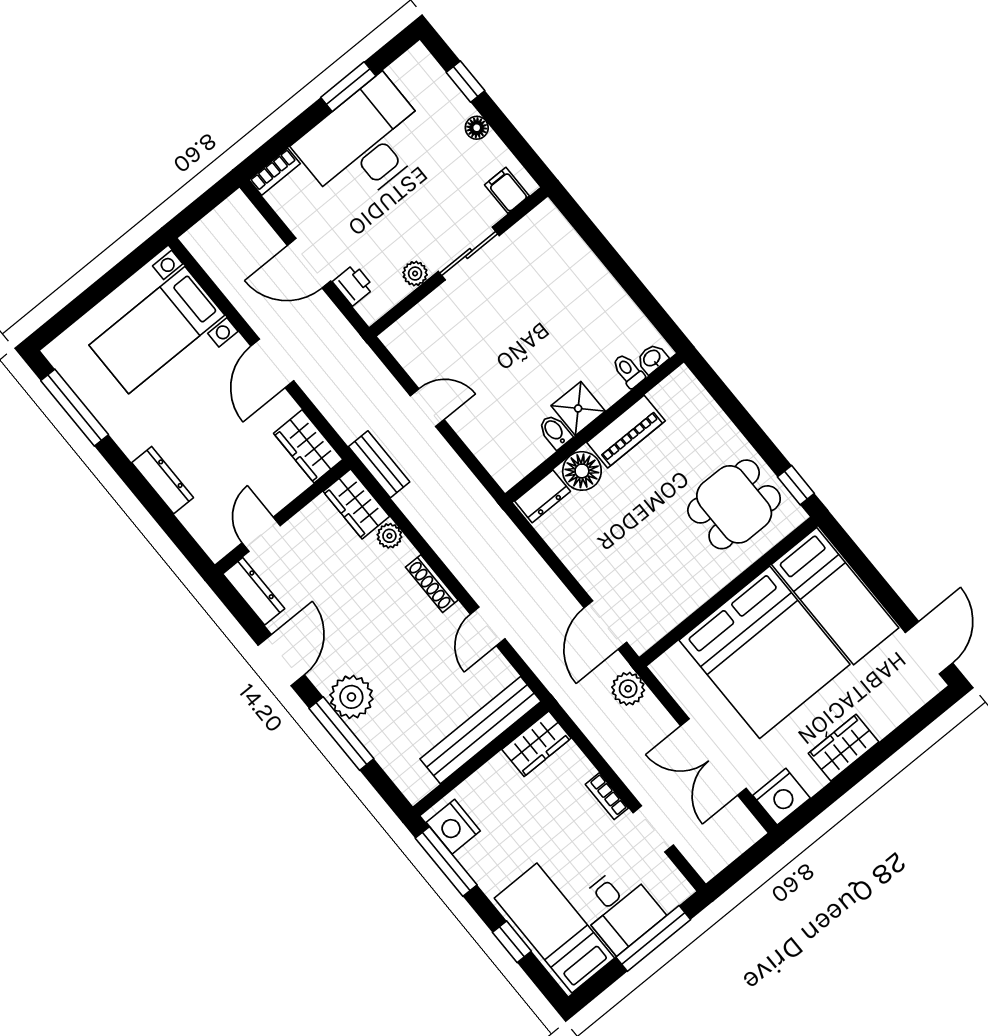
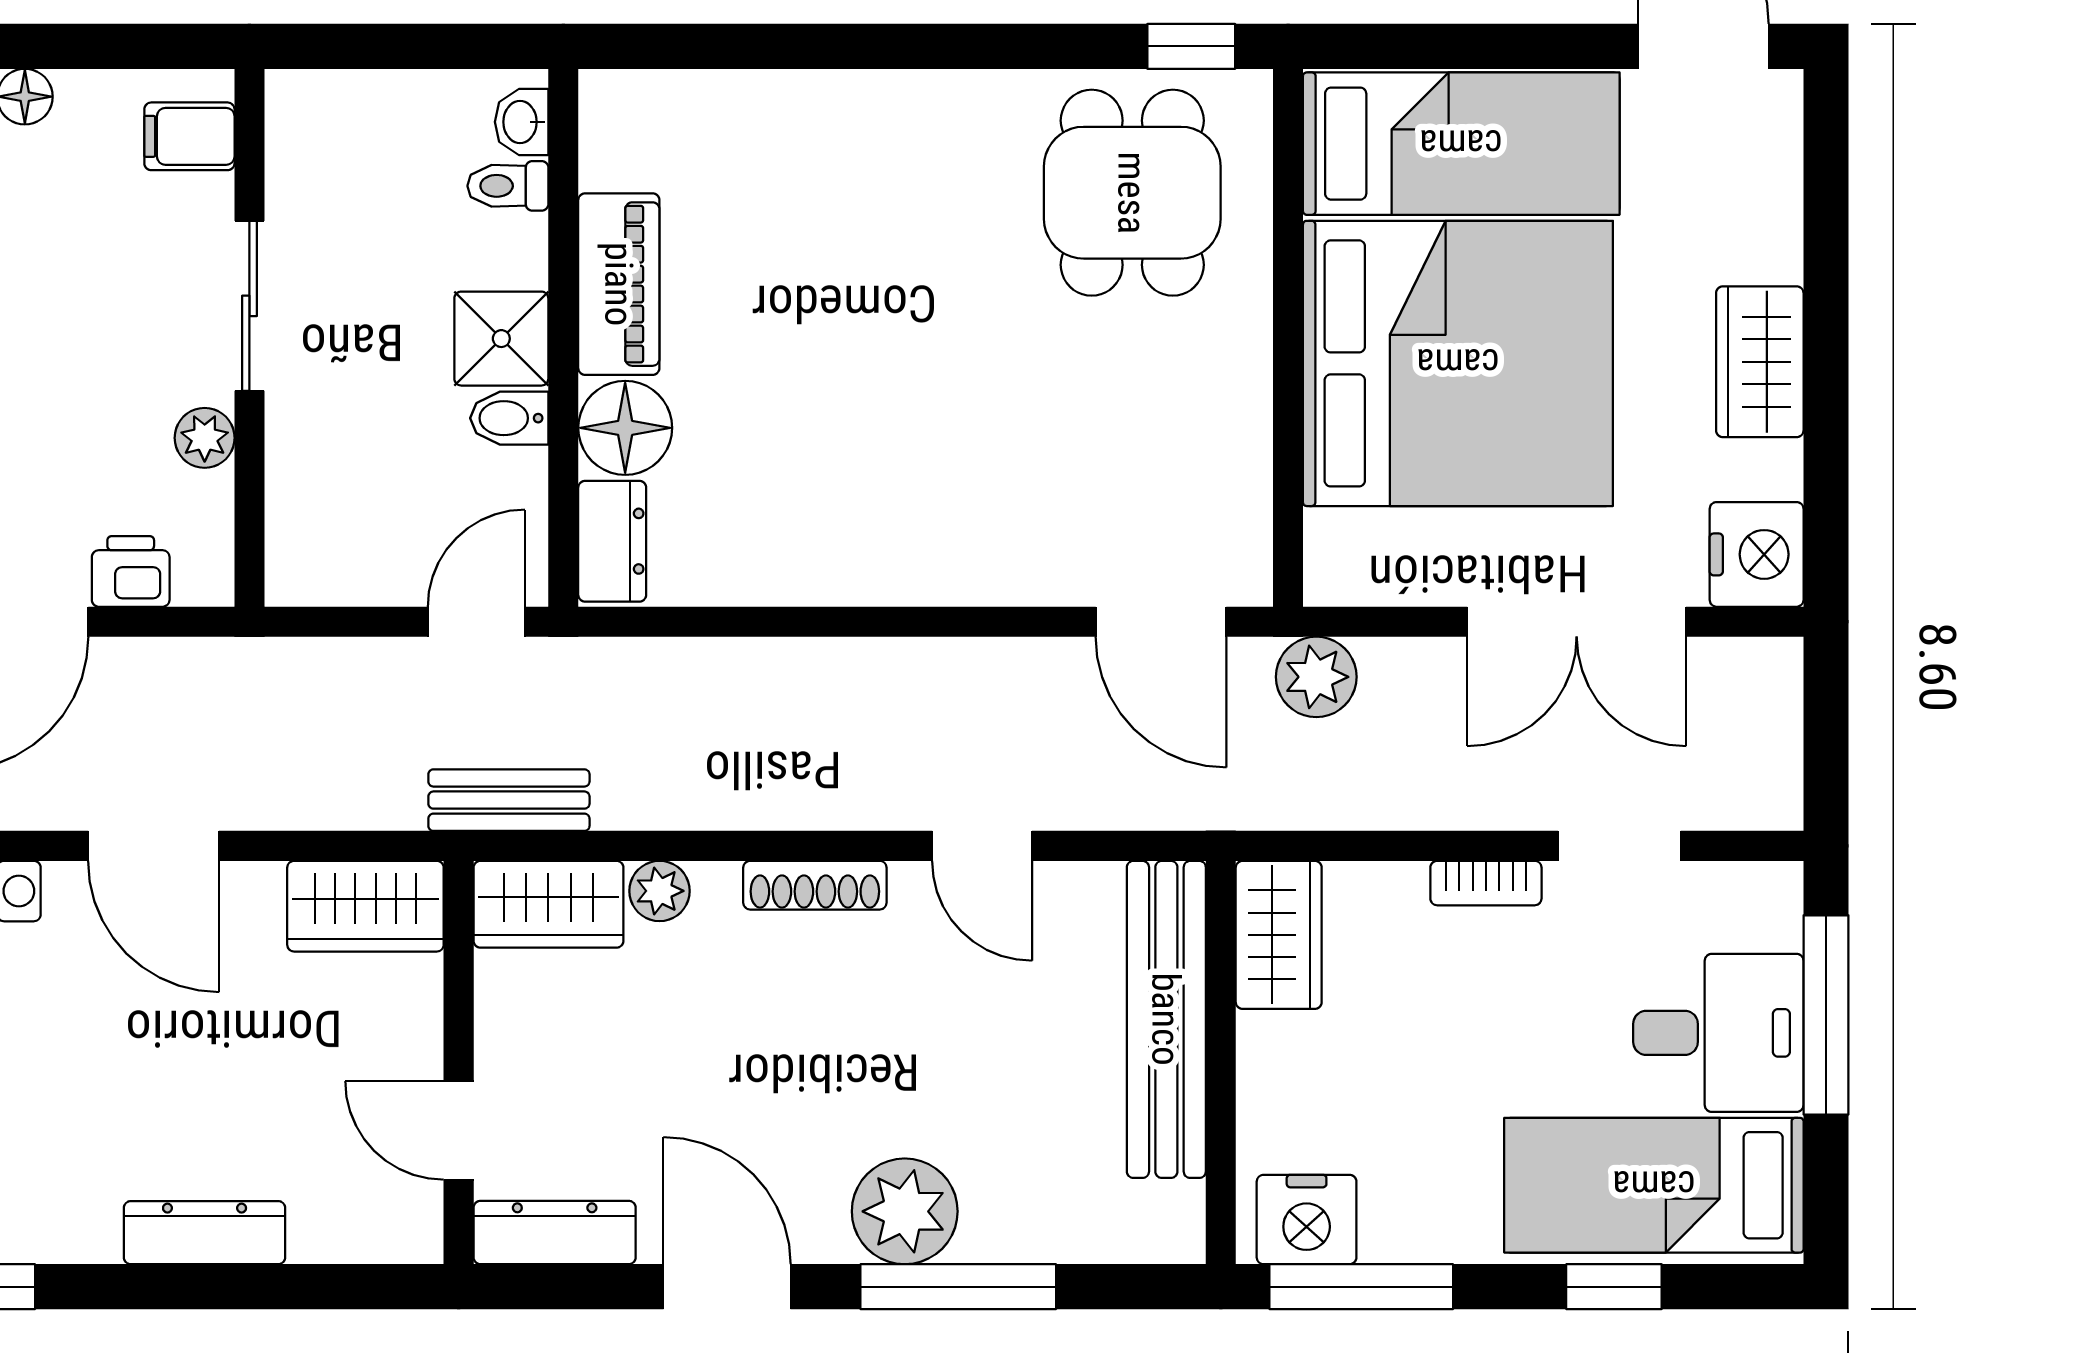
washbasin: (652, 359) -> (522, 122), moved
toilet: (628, 371) -> (508, 186), moved
shower: (578, 408) -> (501, 339), moved
wall: (594, 428) -> (563, 338), moved
bidet: (555, 432) -> (509, 418), moved
piano: (626, 432) -> (619, 284), moved
floor lamp: (582, 471) -> (625, 428), moved
dresser: (543, 496) -> (612, 541), moved

